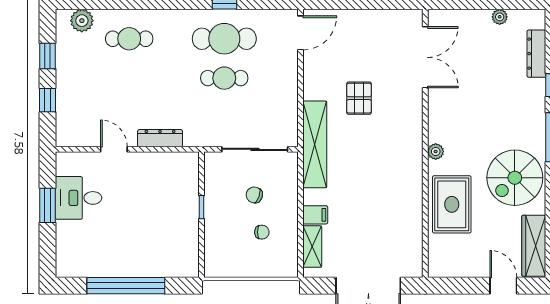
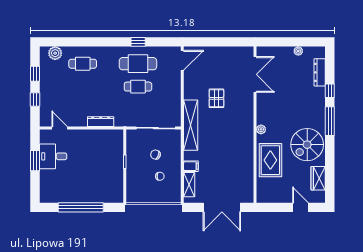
door: (114, 149) -> (60, 128), moved
wardrobe: (534, 246) -> (318, 178), width x0.67

